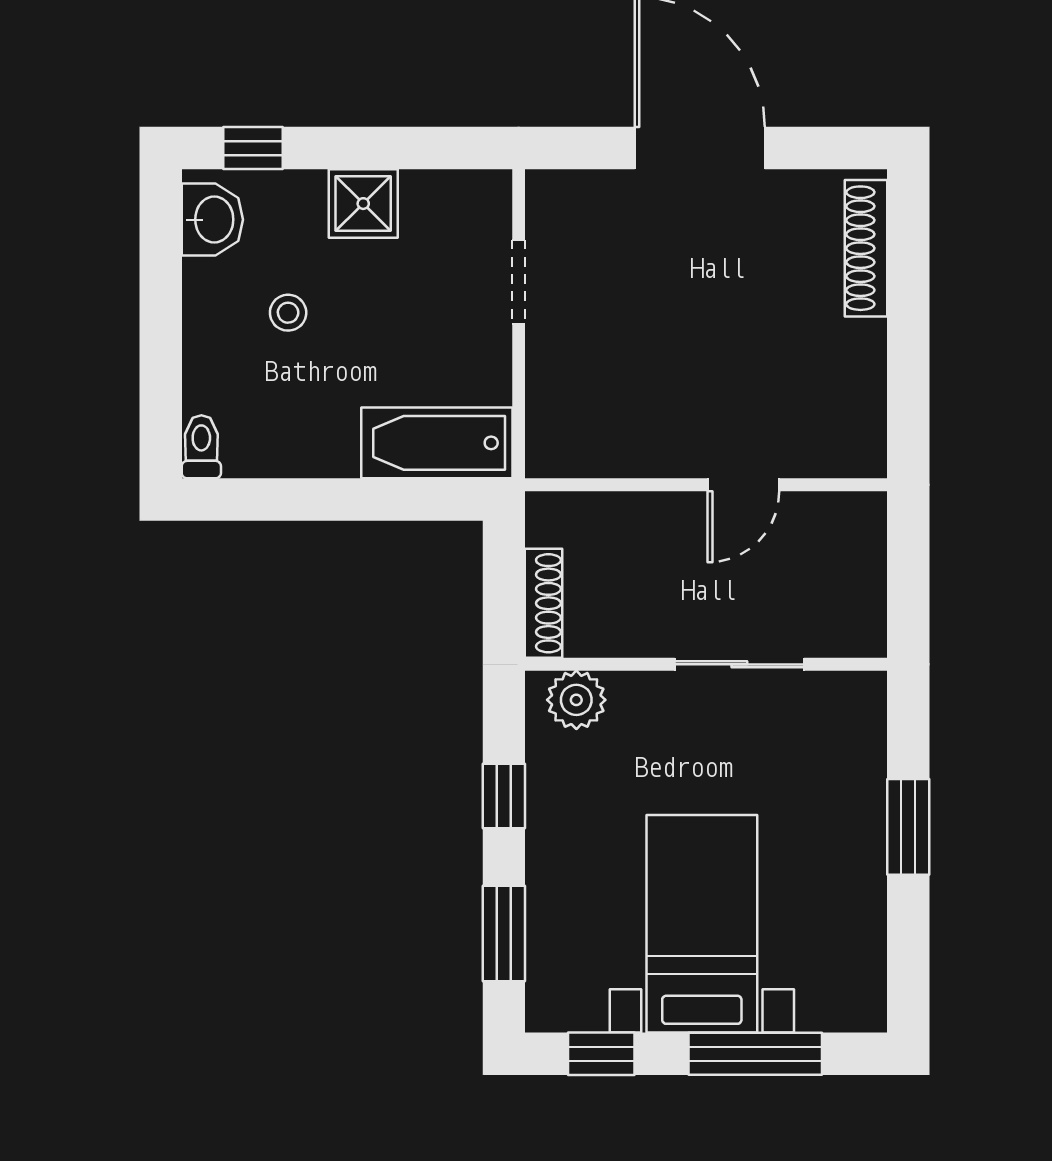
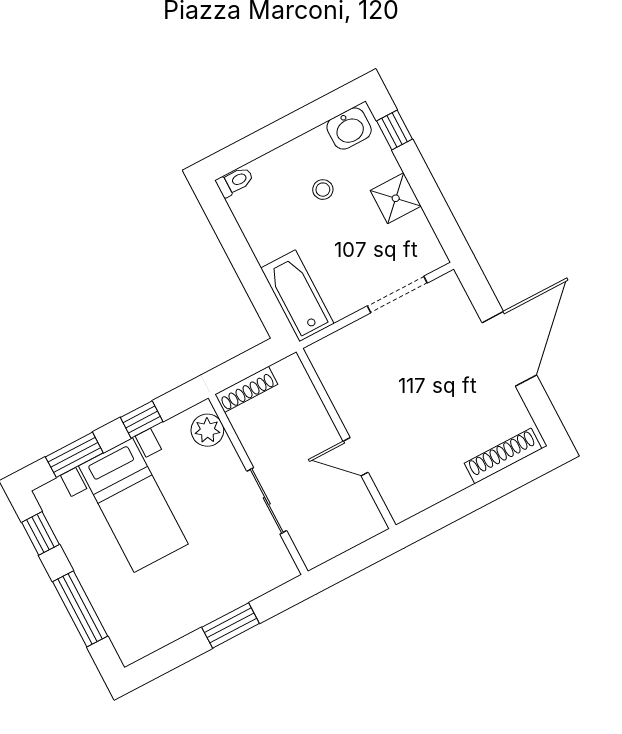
doorway: (519, 282) -> (397, 295), width x1.38
bed with nightstands: (702, 924) -> (133, 505), moved, turned 90

